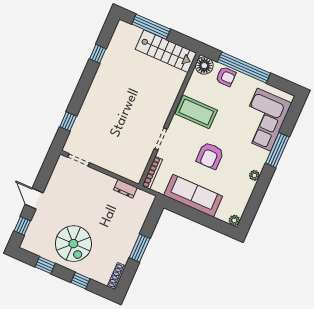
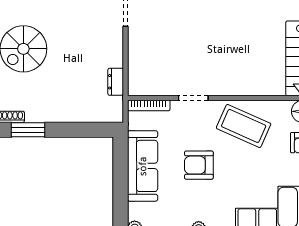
coffee table: (196, 112) -> (244, 126), turned -66
window: (140, 248) -> (28, 130), moved

